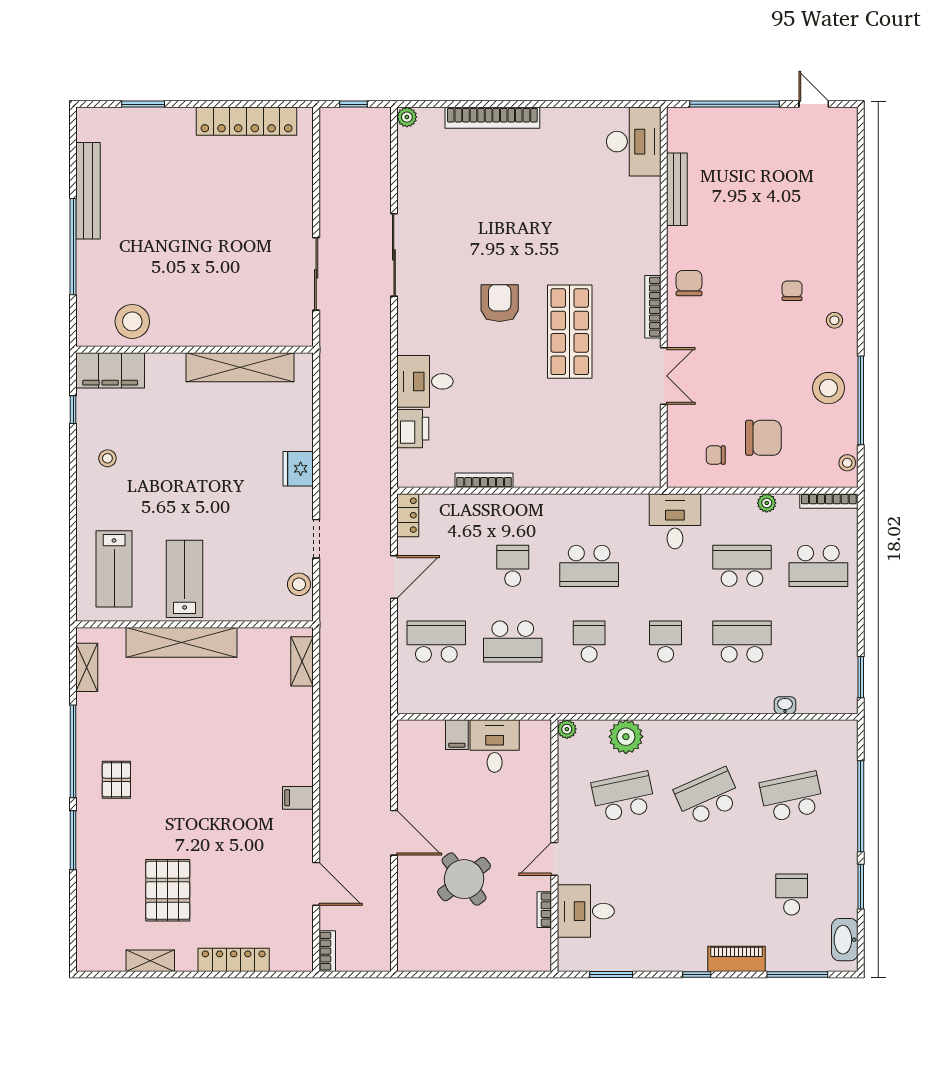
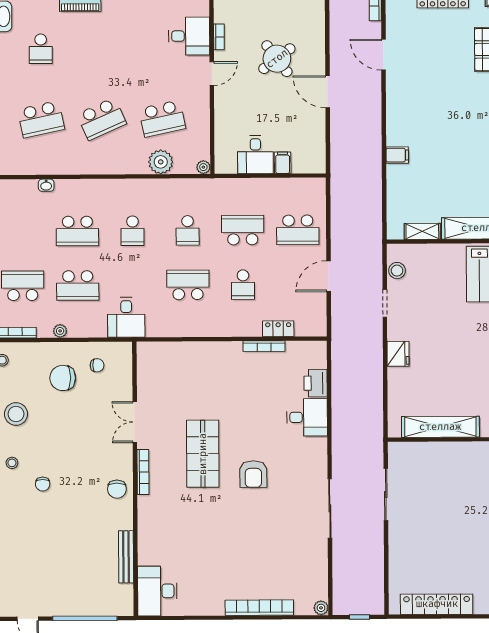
locker: (408, 515) -> (278, 329), moved, turned 90
shelving: (302, 661) -> (422, 231), moved, turned 90
filing cabinet: (298, 798) -> (397, 155), moved

